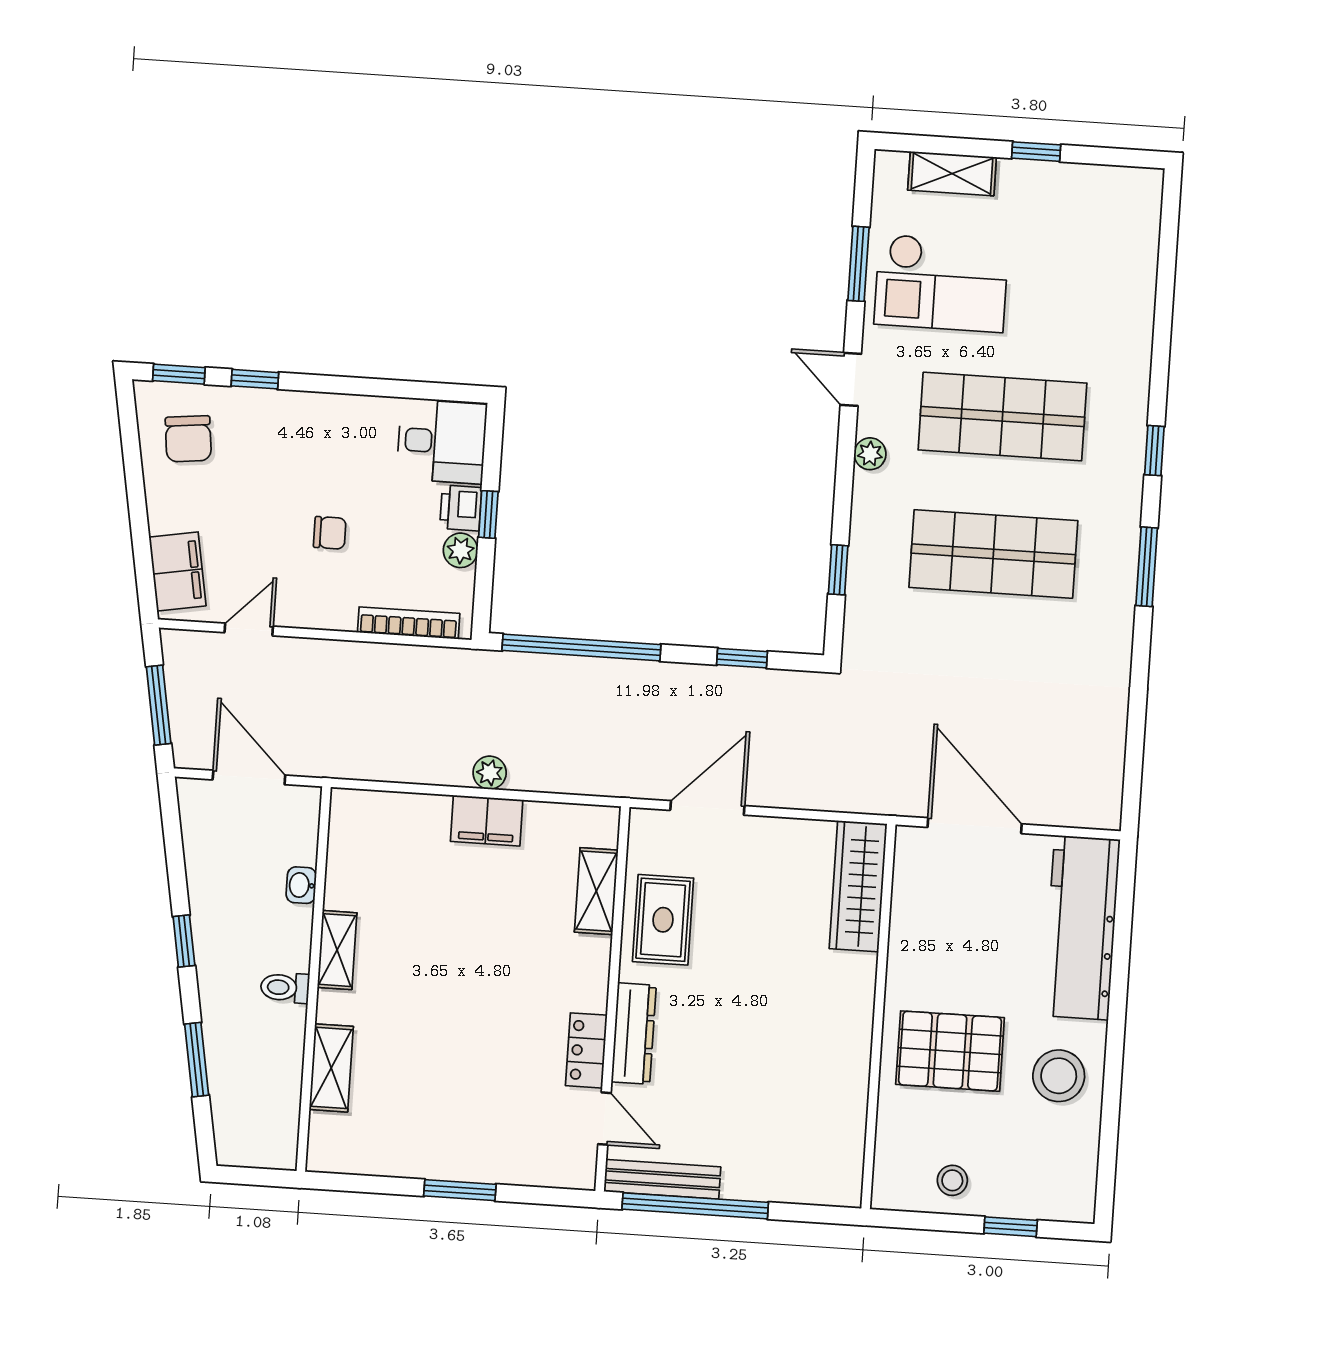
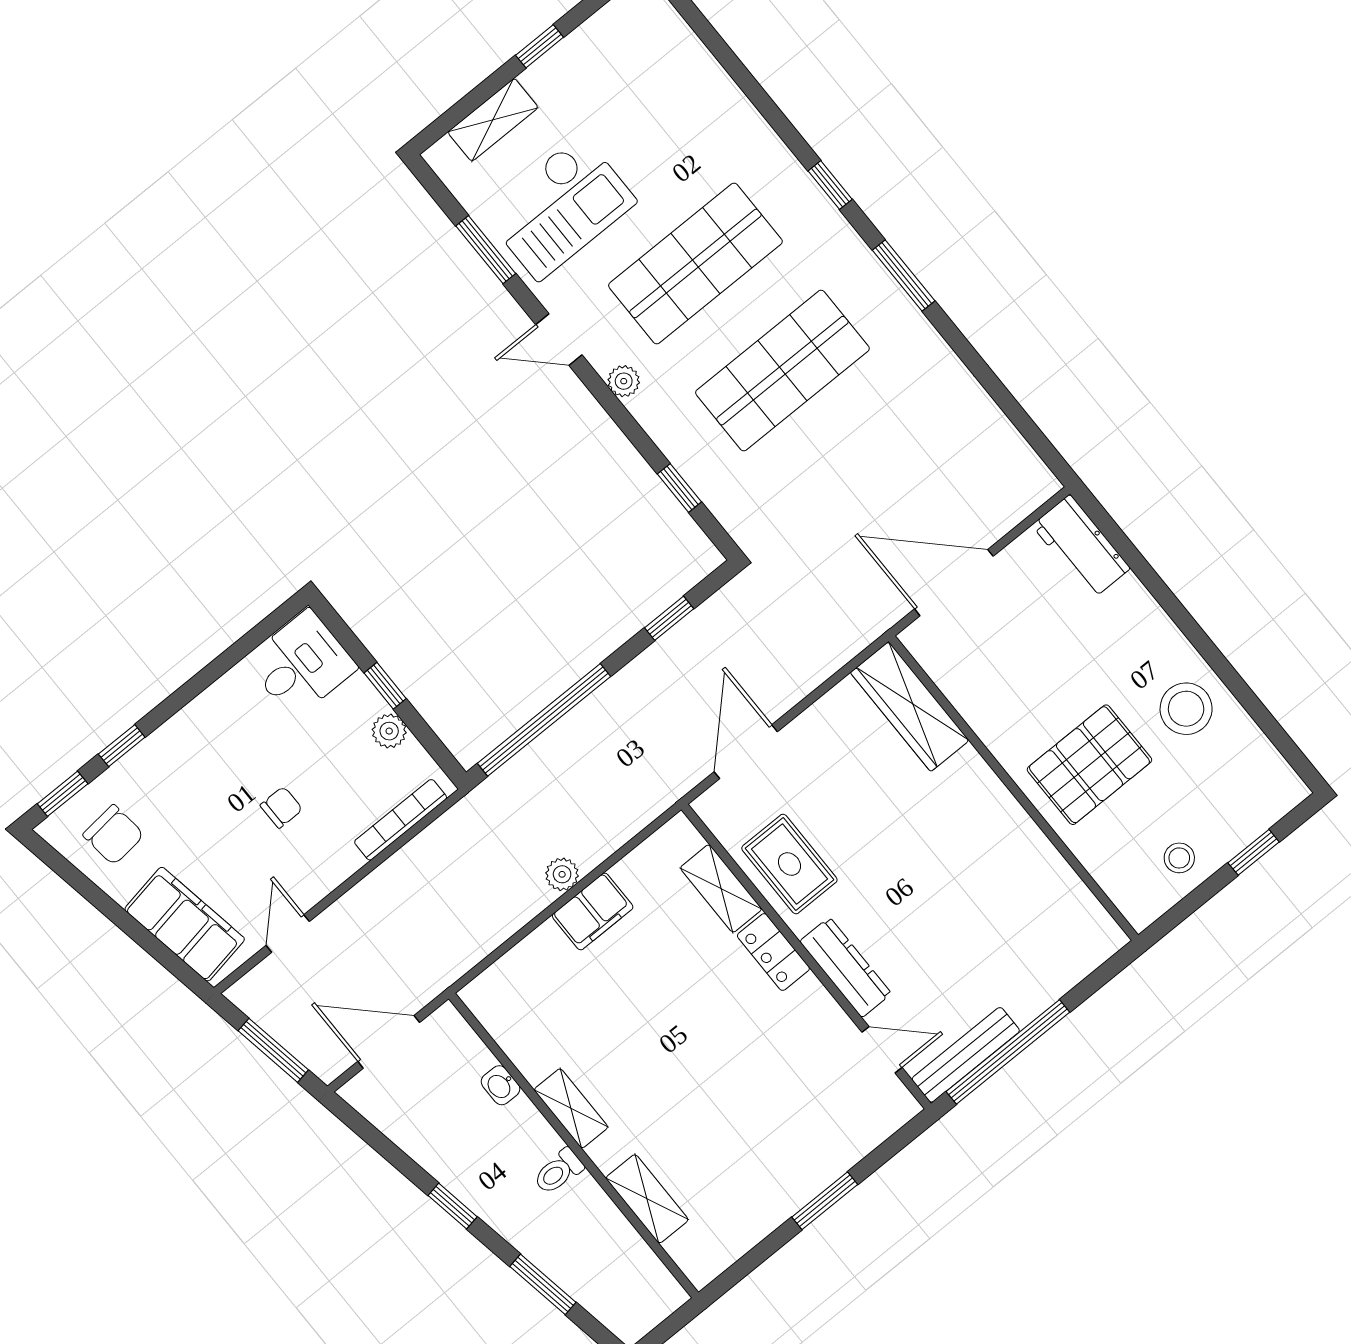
printer: (461, 508) -> (360, 700), removed
filing cabinet: (177, 571) -> (185, 924), width x1.50, depth x1.17
workbench: (1081, 928) -> (1081, 547), width x0.53, depth x0.76
locker: (586, 1050) -> (773, 952), moved

